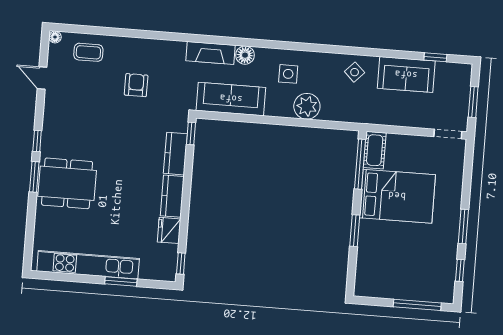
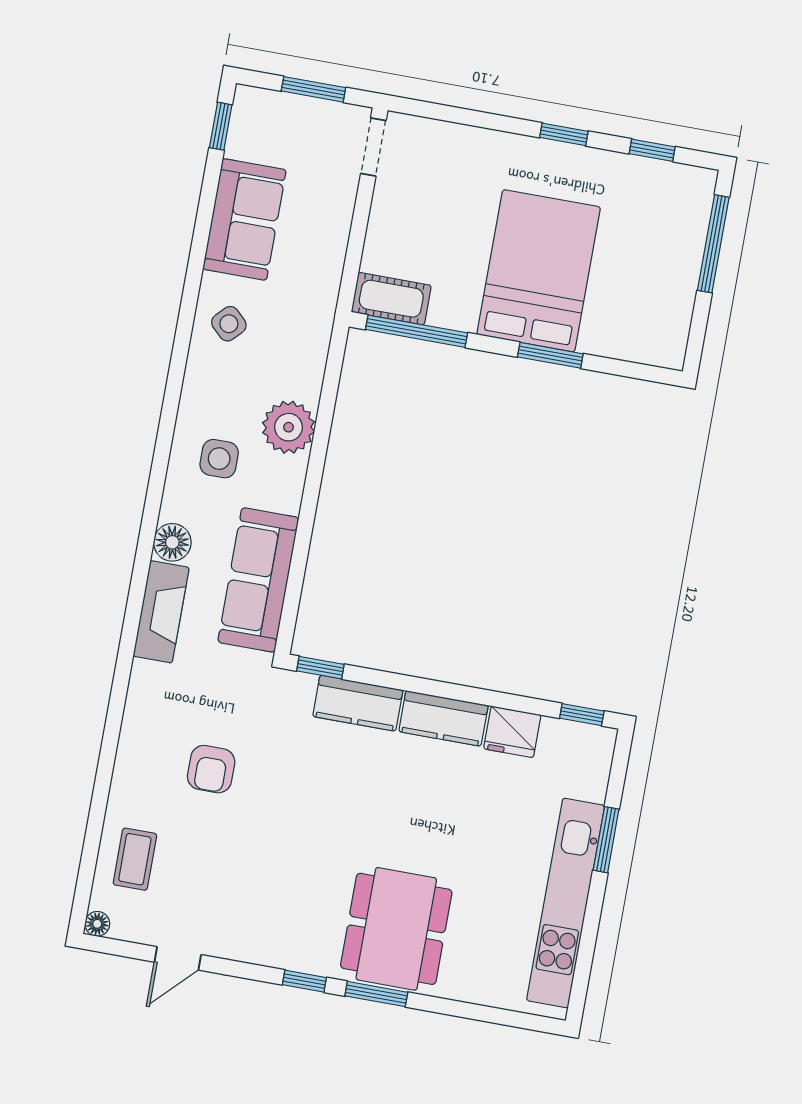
window: (435, 57) -> (221, 126), moved
armchair: (136, 85) -> (211, 769), turned -90
bed: (397, 196) -> (539, 271), moved
window: (463, 227) -> (564, 134), width x0.67

